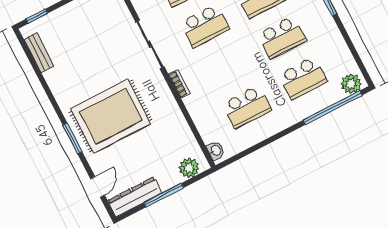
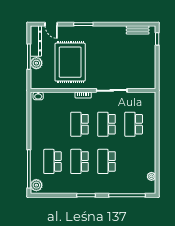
school desk: (247, 107) -> (80, 124), moved
rug: (111, 116) -> (70, 62), moved
plant: (189, 168) -> (36, 63), moved

